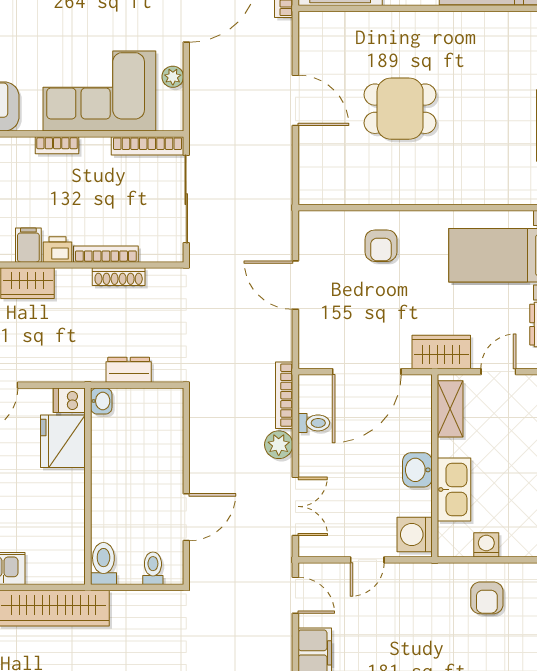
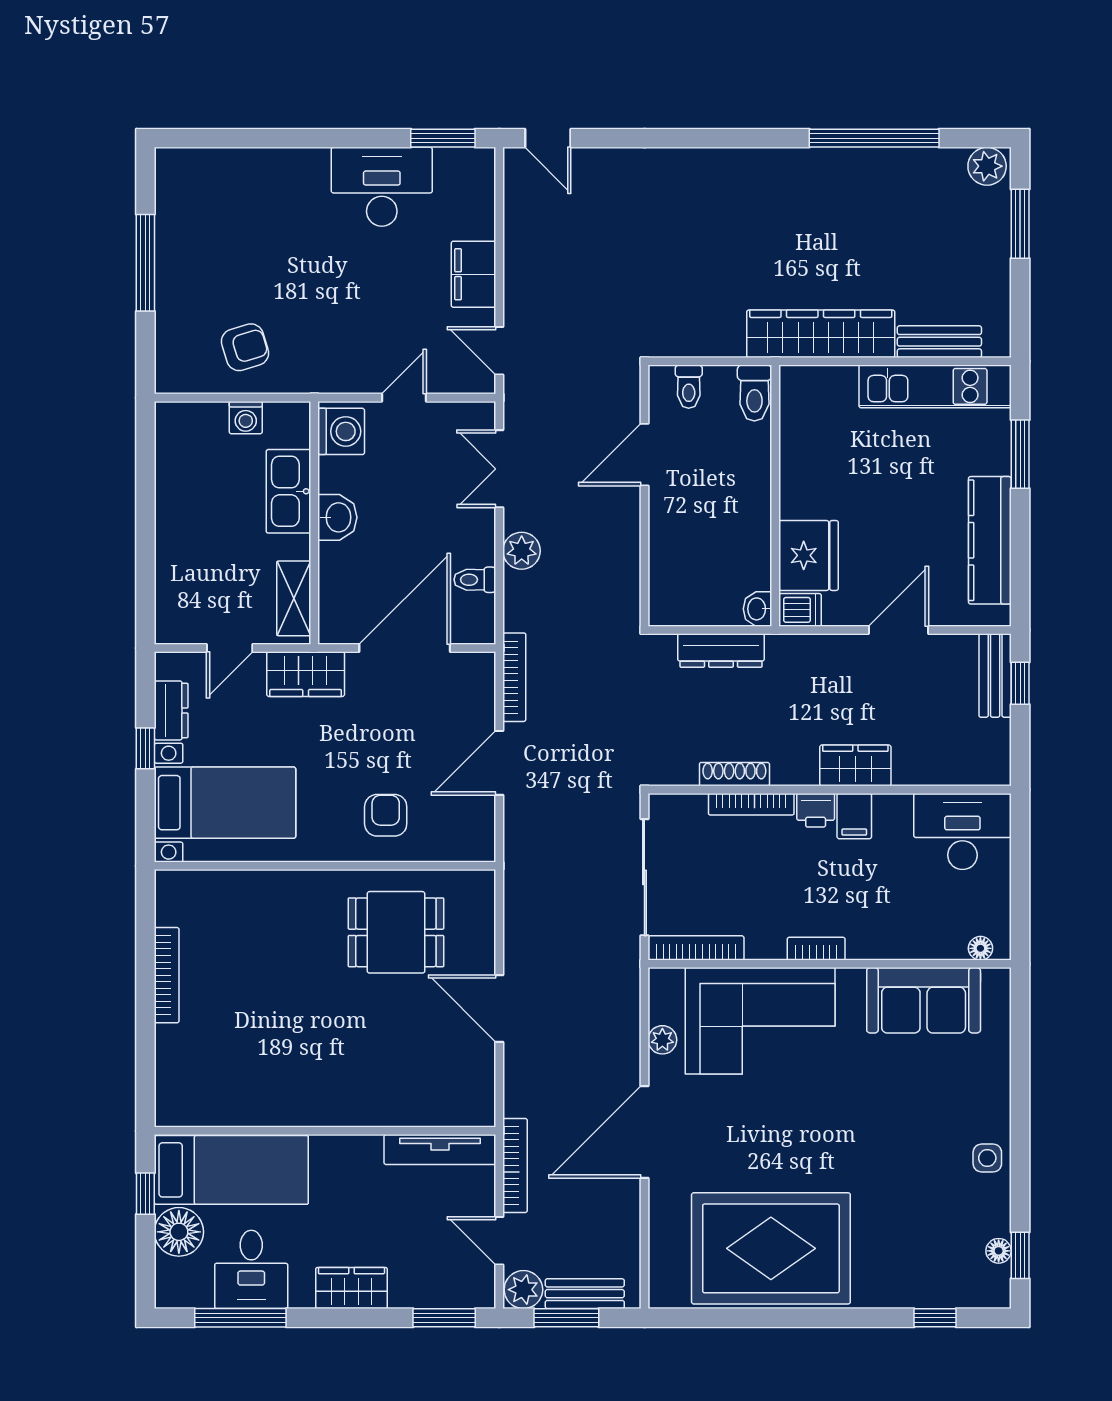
dining table: (400, 109) -> (396, 932), moved
door: (295, 285) -> (499, 763), swing flipped
dresser: (129, 370) -> (721, 650), width x1.44
bookcase: (284, 395) -> (514, 677), moved
armchair: (487, 598) -> (245, 347), turned 73

